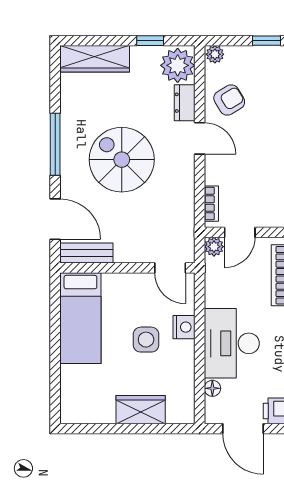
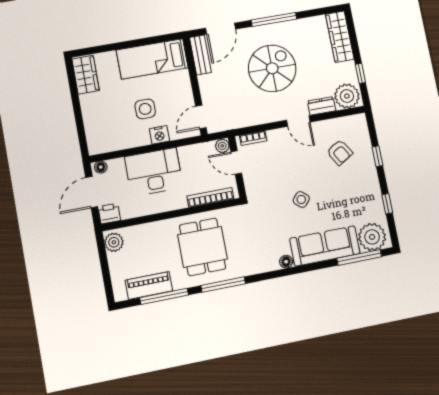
plant: (215, 54) -> (360, 121), removed
armchair: (229, 100) -> (340, 152), moved
door: (200, 138) -> (298, 121), hinge flipped
floor lamp: (212, 388) -> (101, 167), moved
wardrobe: (141, 410) -> (86, 75), moved

